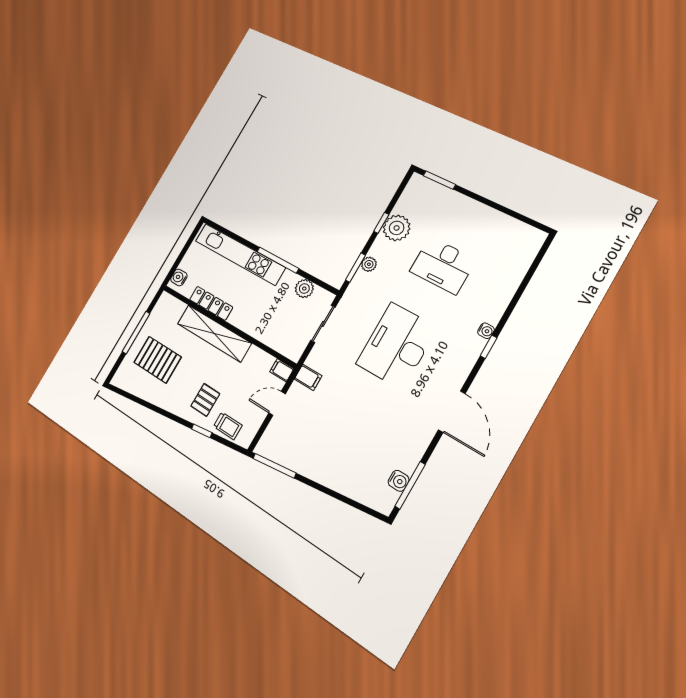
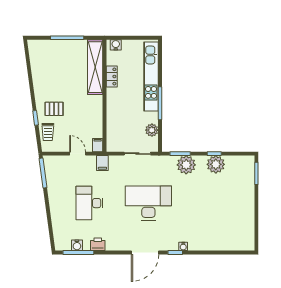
plant: (369, 264) -> (186, 165), width x1.88, depth x1.88
desk: (443, 265) -> (89, 203), moved
locker: (211, 303) -> (112, 76), width x0.66
shelving: (214, 333) -> (95, 67), moved
pallet: (158, 360) -> (59, 63), removed
door: (452, 412) -> (145, 252), moved
printer: (414, 450) -> (98, 244), added

